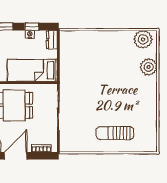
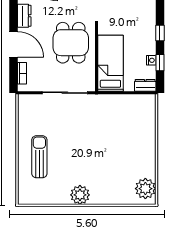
plant: (149, 67) -> (80, 195), moved

